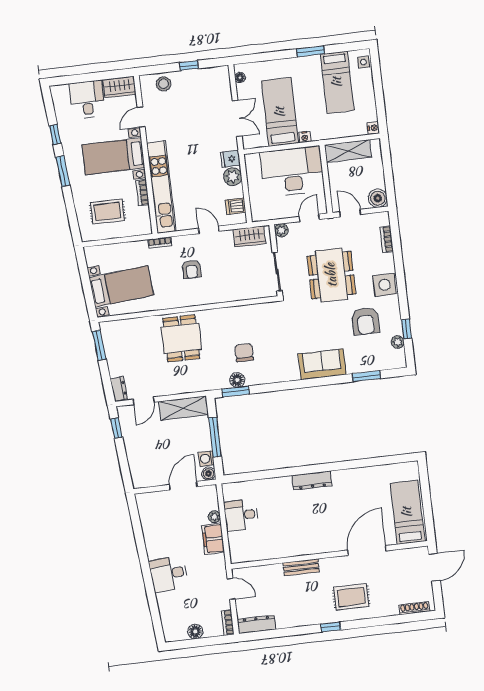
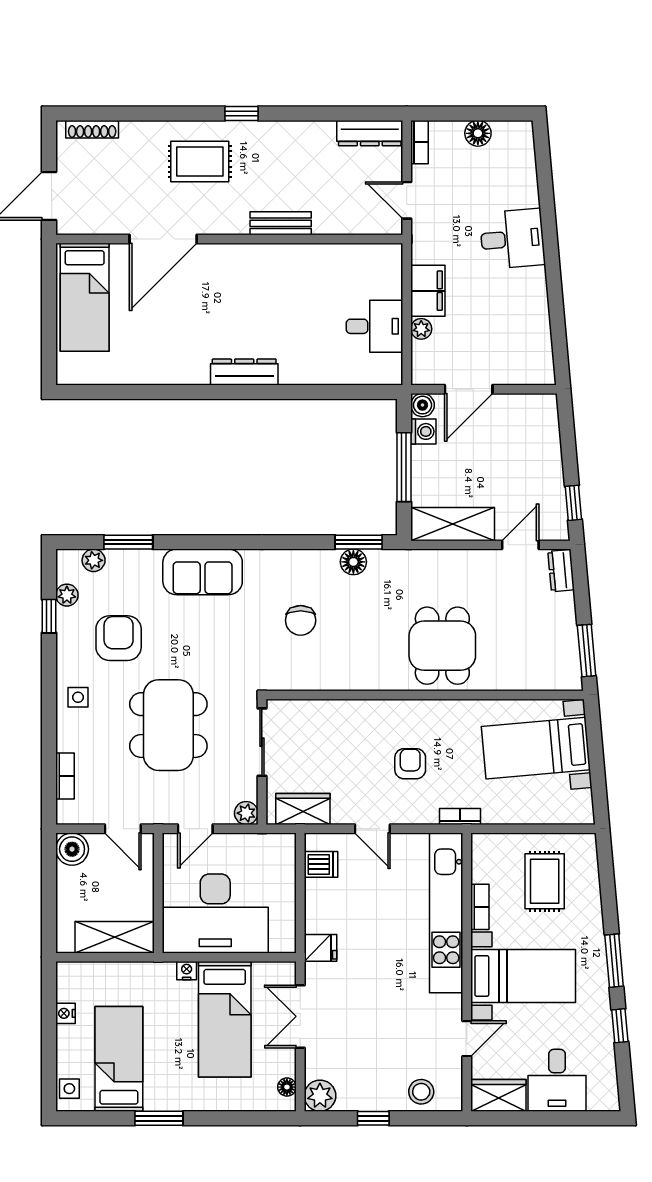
nightstand: (373, 128) -> (65, 1013), moved
plant: (233, 177) -> (320, 1096), moved
rug: (108, 211) -> (545, 881), turned 90
side table: (385, 285) -> (78, 697), width x0.54, depth x0.54
chair: (244, 353) -> (301, 620), moved
plant: (385, 364) -> (94, 560), added

